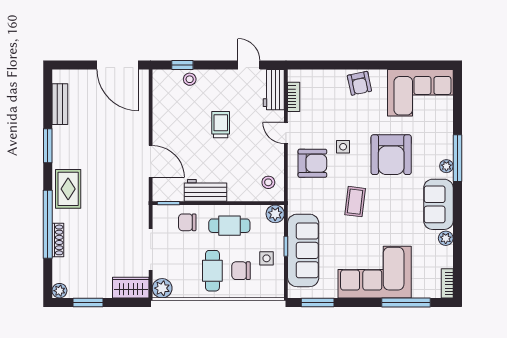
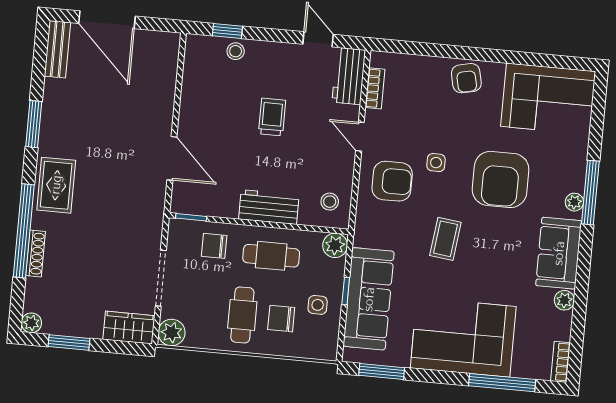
door: (117, 65) -> (107, 20), moved
bench: (60, 104) -> (57, 49), moved
workbench: (205, 190) -> (269, 207), moved

